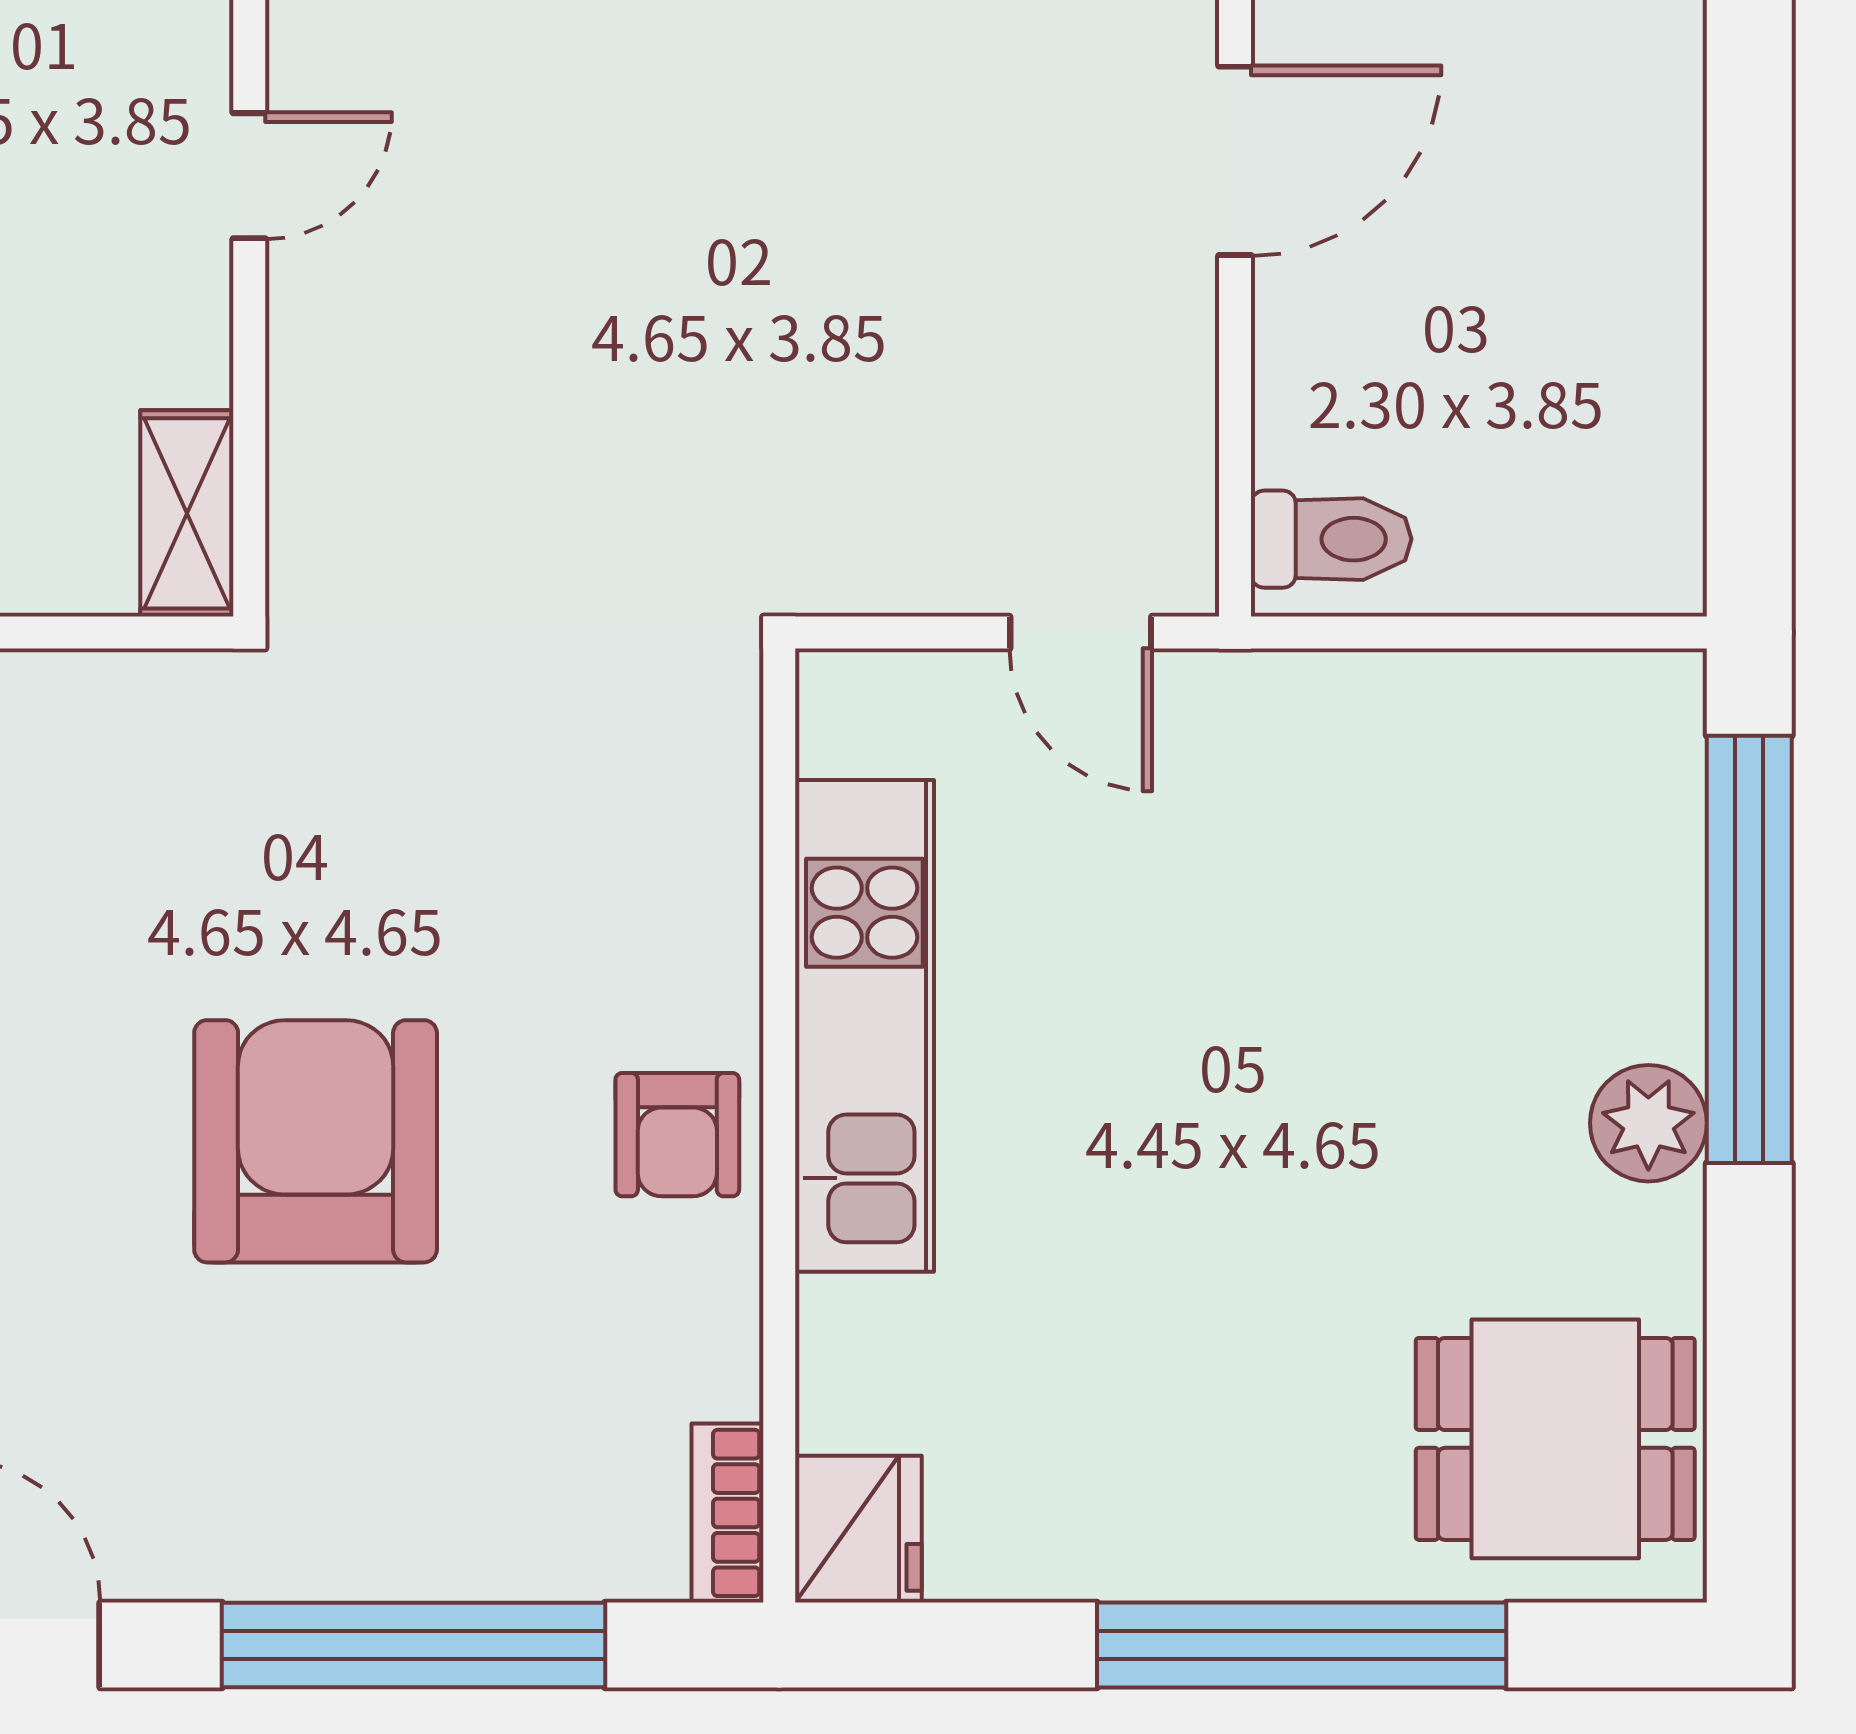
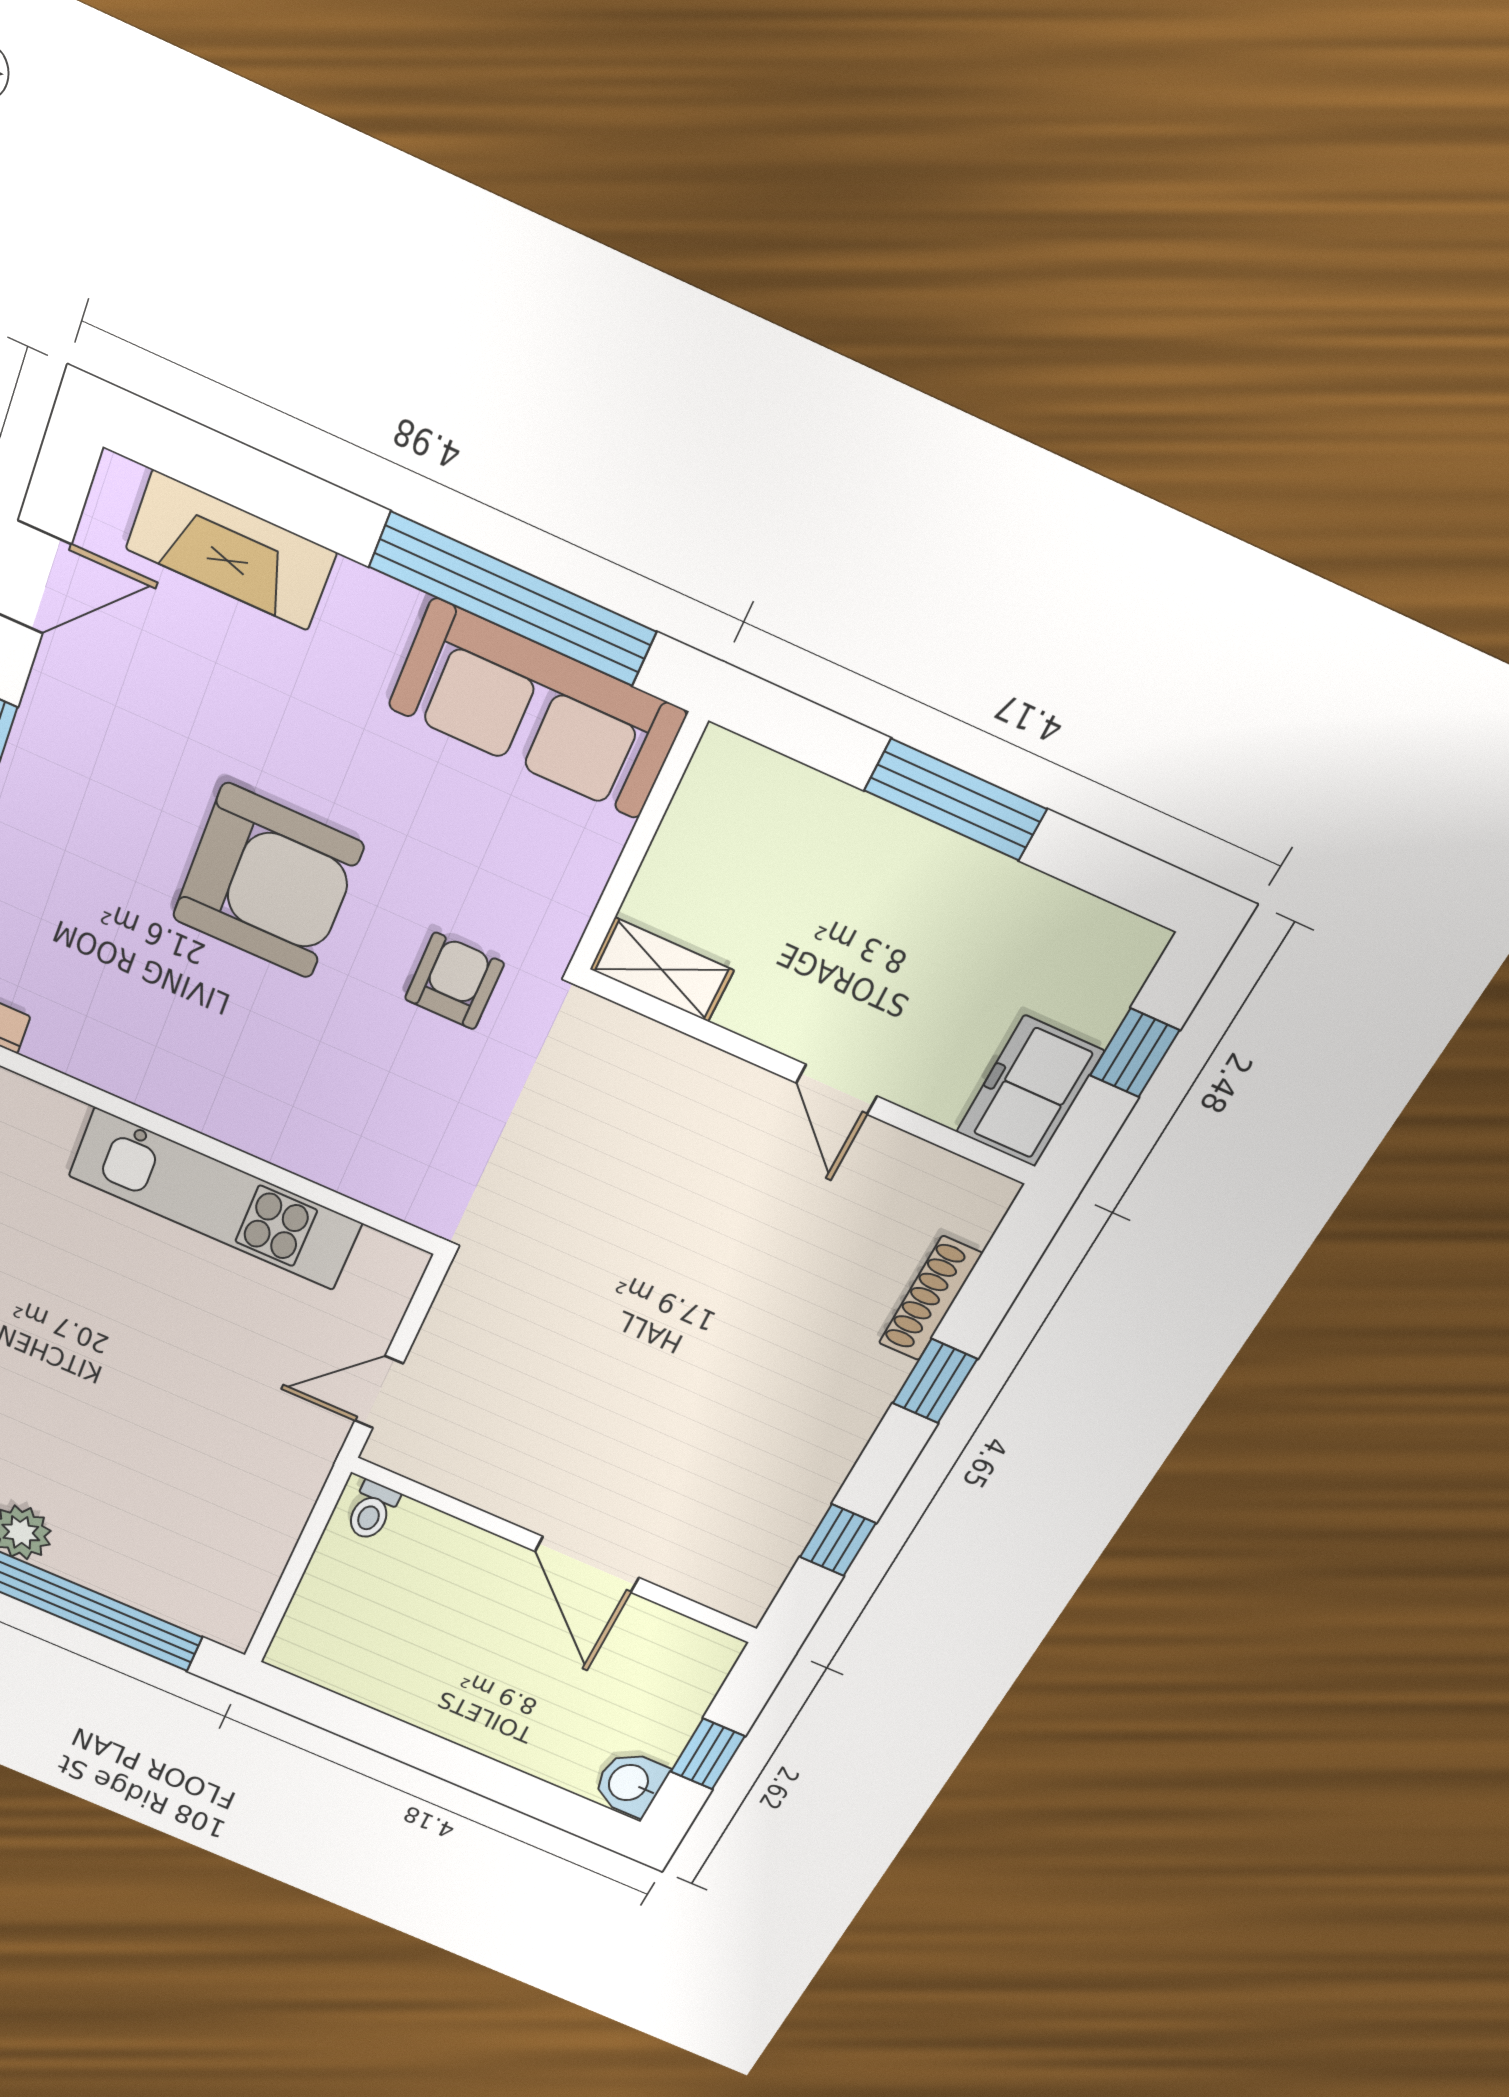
toilet: (1331, 539) -> (372, 1511), width x0.73, depth x0.72
armchair: (677, 1135) -> (454, 981), moved, turned 90

